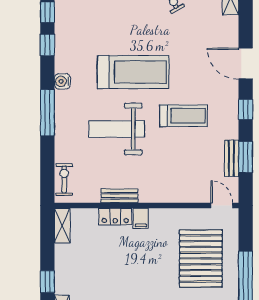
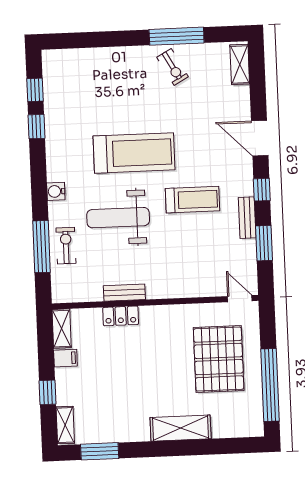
water cooler: (62, 81) -> (56, 191), moved
window: (47, 113) -> (41, 247), moved
bench: (231, 158) -> (247, 218), moved
exercise bike: (64, 179) -> (66, 246), moved
filing cabinet: (141, 218) -> (65, 358), moved, turned -90

